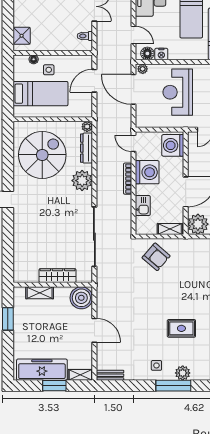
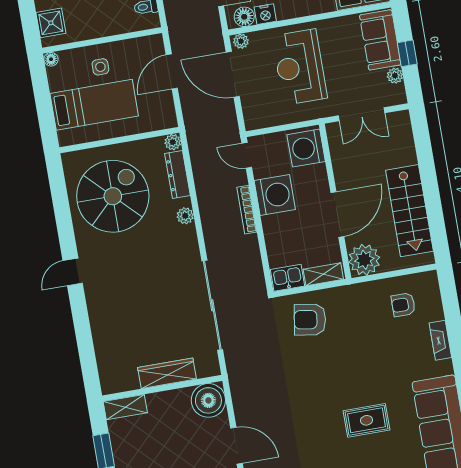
floor lamp: (34, 59) -> (51, 59), moved
plant: (82, 181) -> (185, 216), width x0.53, depth x0.53
kitchen sink: (143, 206) -> (287, 278), moved, turned -90
armchair: (156, 257) -> (310, 320), turned 148
shelving: (40, 293) -> (125, 407), moved

